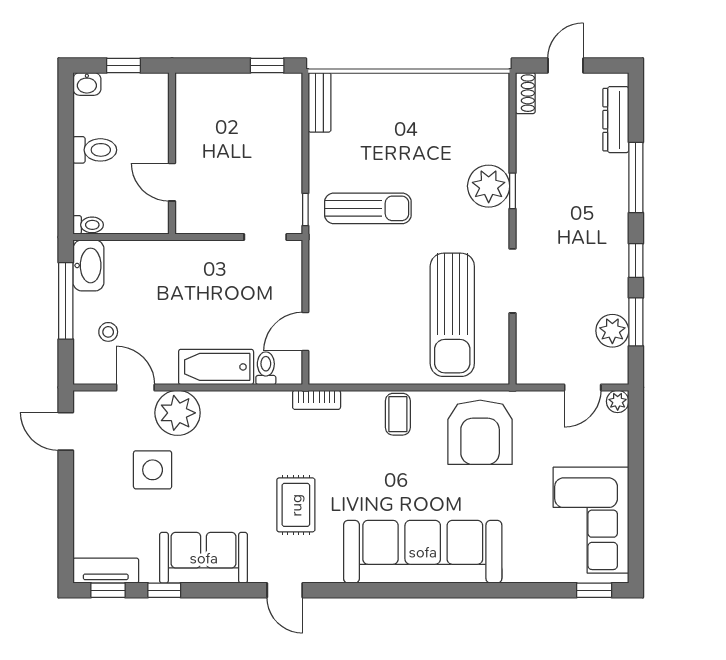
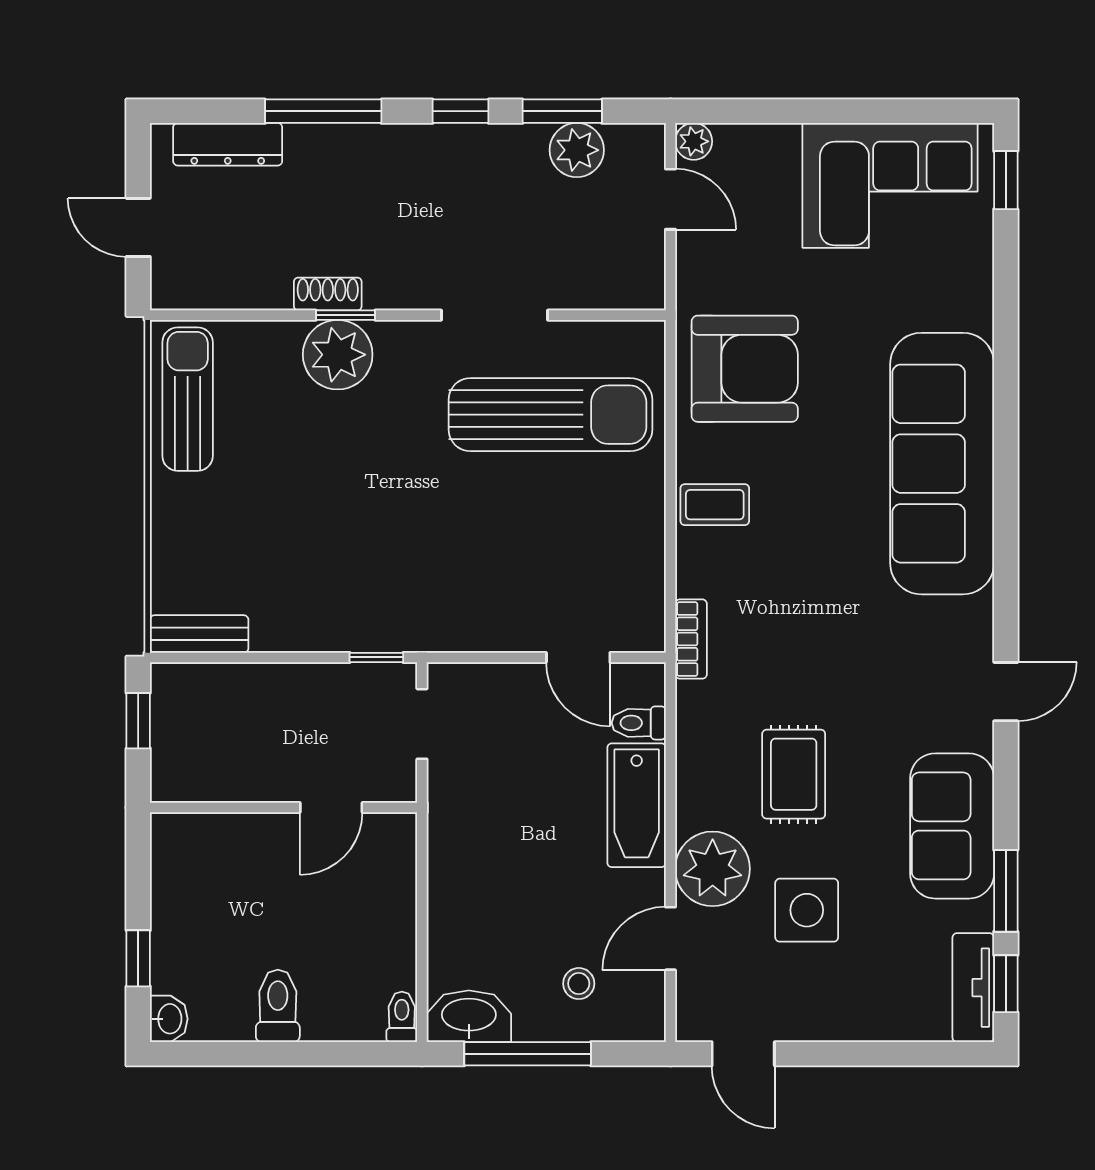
shoe rack: (525, 93) -> (328, 294), moved
wall: (172, 153) -> (284, 808), moved
door: (172, 182) -> (331, 808), moved
sun lounger: (368, 208) -> (188, 399), moved
door: (66, 431) -> (743, 1054), hinge flipped
rug: (296, 505) -> (794, 774), moved, turned 90
window: (164, 590) -> (1006, 891), width x1.50

